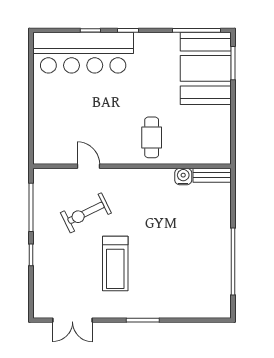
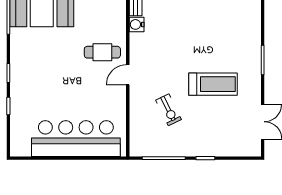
bar counter: (83, 53) -> (76, 139), moved, turned -90
door: (88, 166) -> (128, 75), moved
exercise bike: (86, 213) -> (169, 110), width x0.73, depth x0.72

